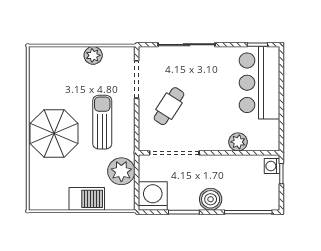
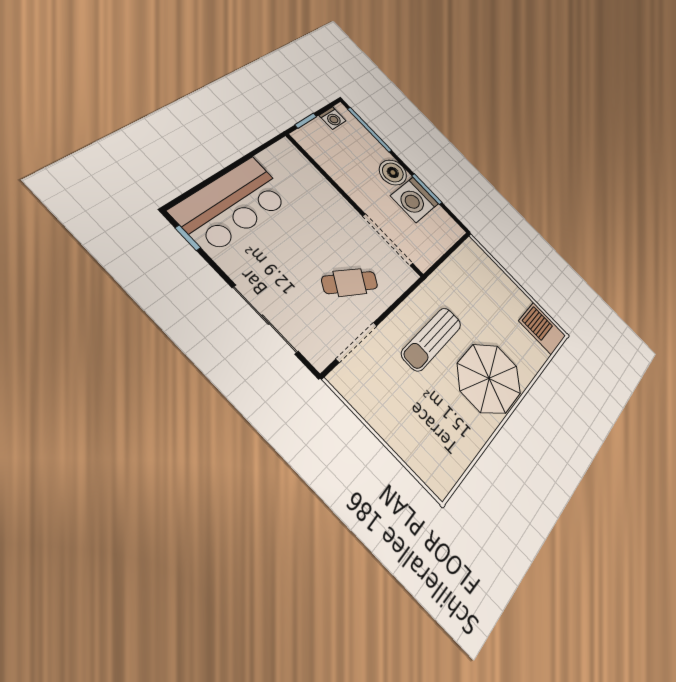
plant: (93, 55) -> (380, 416), removed
plant: (238, 142) -> (316, 184), removed
washing machine: (272, 166) -> (333, 118), moved
plant: (121, 171) -> (453, 278), removed
washing machine: (153, 196) -> (415, 200), moved
barbecue: (87, 199) -> (542, 328), moved

